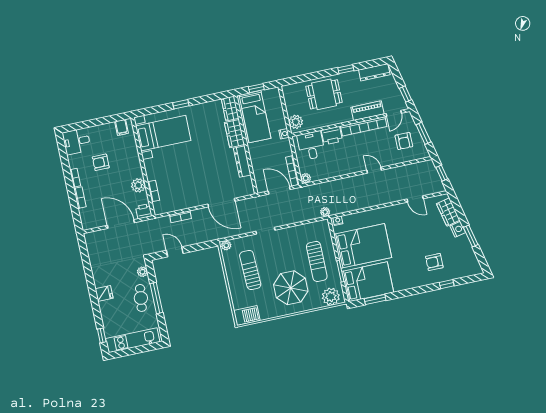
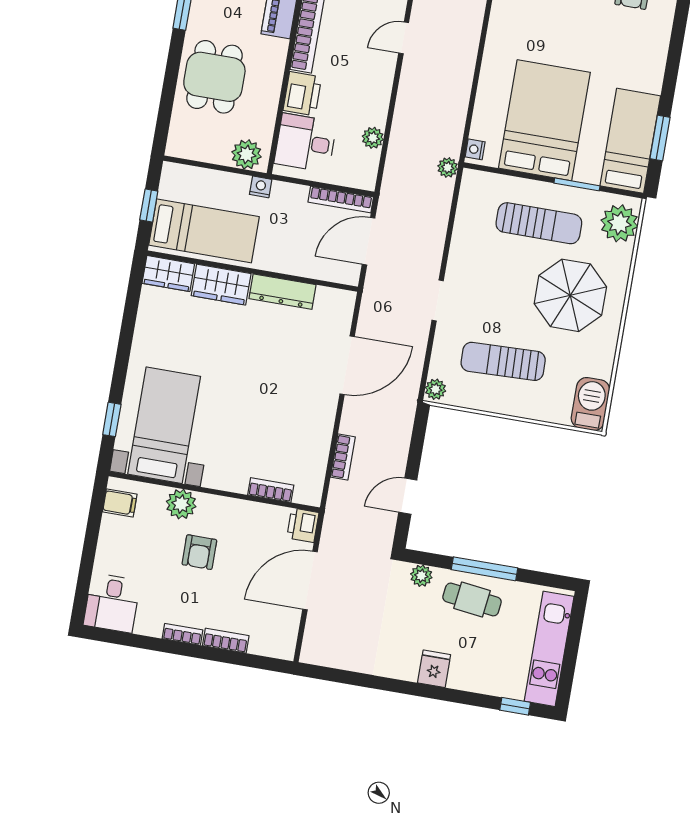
window: (181, 104) -> (112, 419), moved
armchair: (101, 162) -> (199, 552), moved
plant: (306, 178) -> (373, 138), moved
plant: (138, 185) -> (181, 504), moved
bed: (368, 282) -> (630, 141), width x0.67

